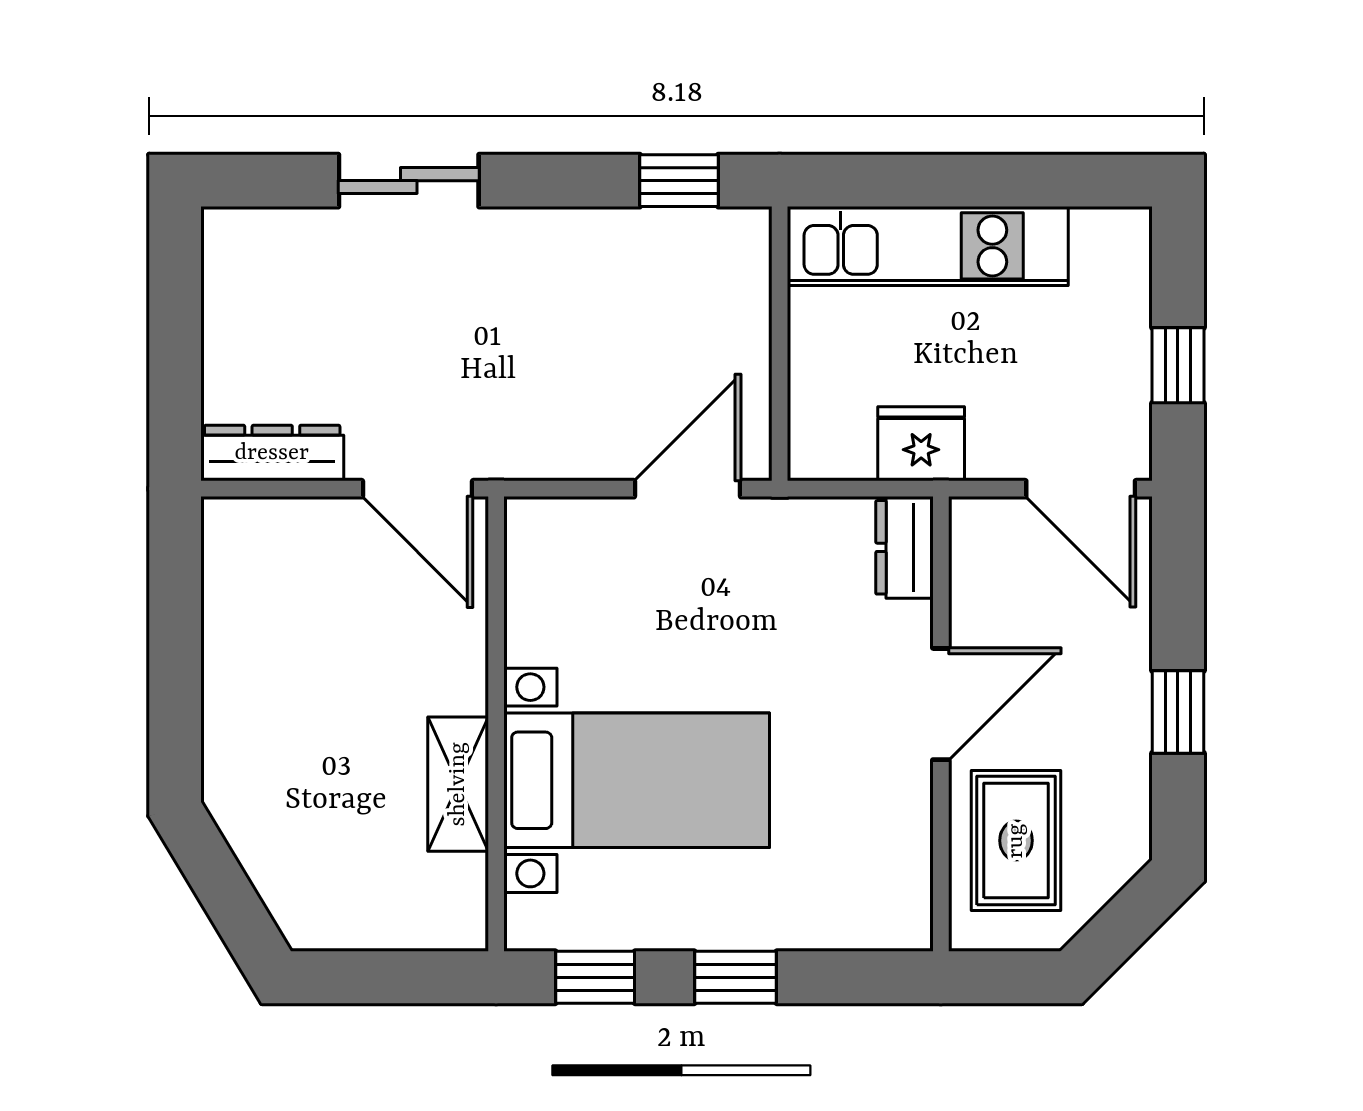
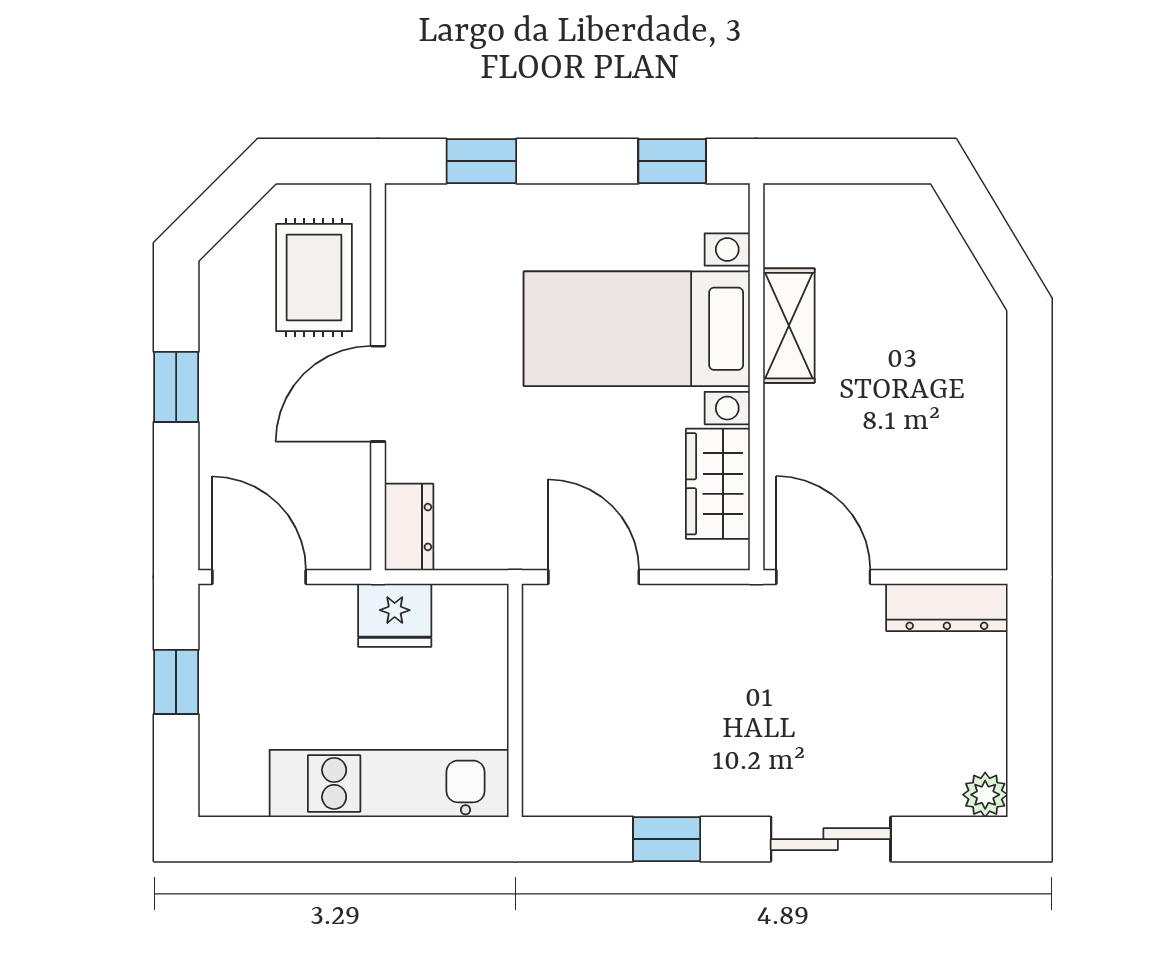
window: (679, 181) -> (667, 839), moved
plant: (227, 233) -> (985, 795), added
door: (687, 489) -> (594, 577), swing flipped
wardrobe: (541, 598) -> (718, 484), added
window: (735, 977) -> (481, 161), moved

